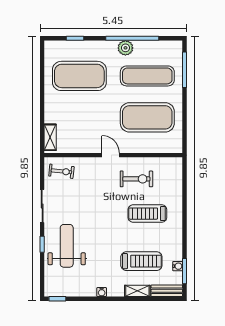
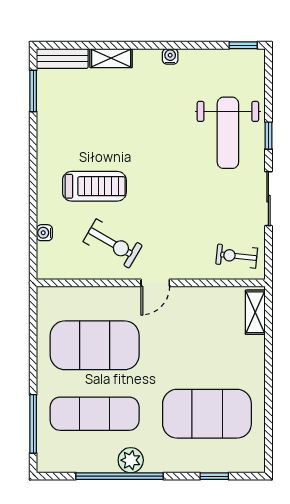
door: (111, 155) -> (155, 283), hinge flipped
exercise bike: (136, 179) -> (113, 243), turned -150
treadmill: (141, 261) -> (104, 108), removed
water cooler: (178, 266) -> (44, 233), moved

